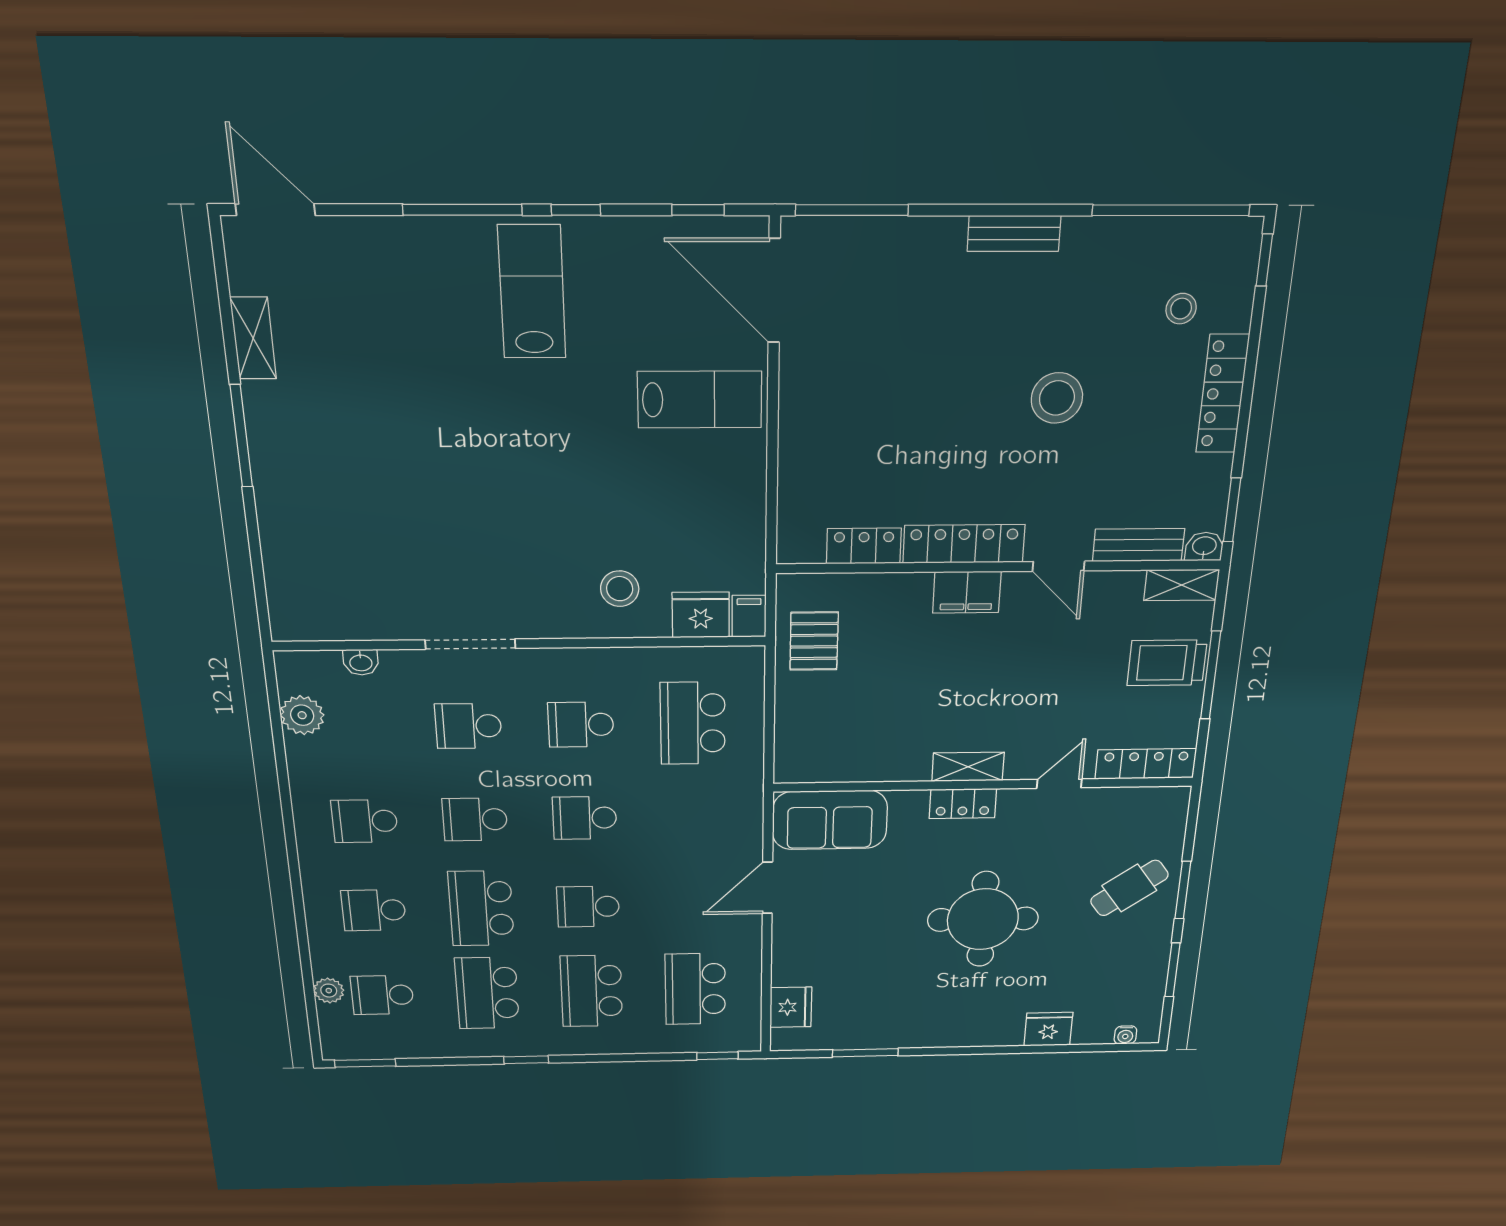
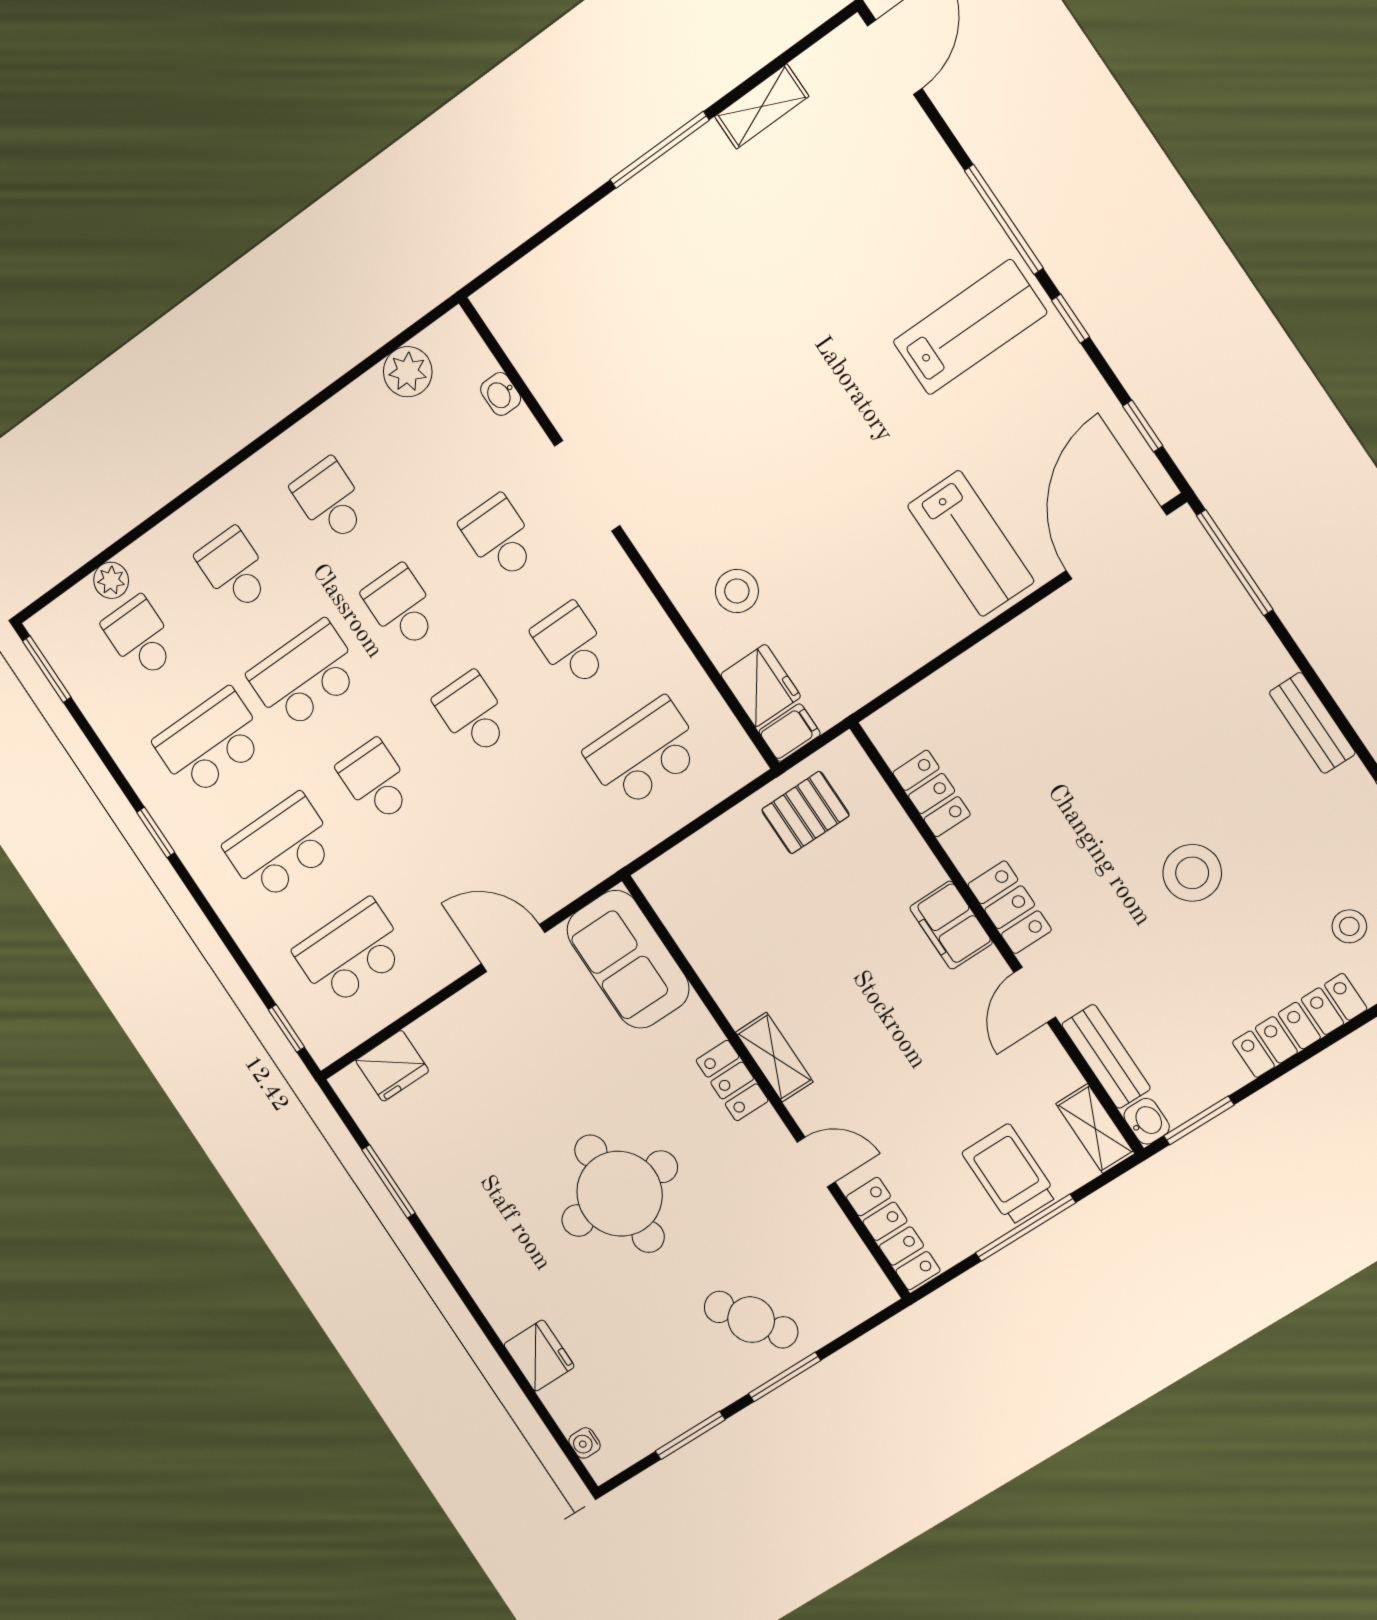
locker: (964, 544) -> (1010, 907), width x0.66

